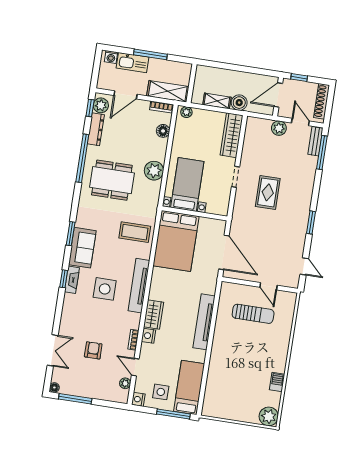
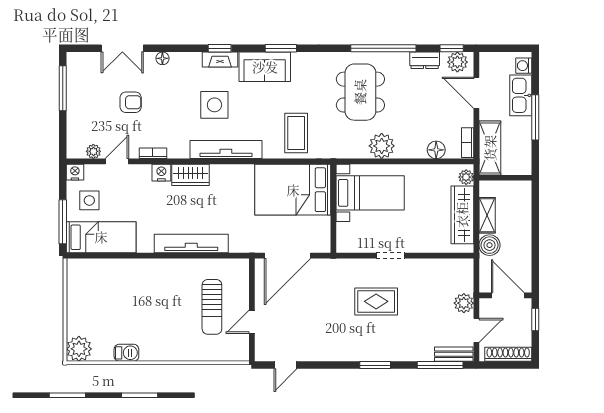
dresser: (96, 129) -> (425, 60), width x0.70
wardrobe: (232, 135) -> (462, 215), moved, turned -90
window: (311, 222) -> (375, 365), moved
floor lamp: (54, 387) -> (162, 58), moved

